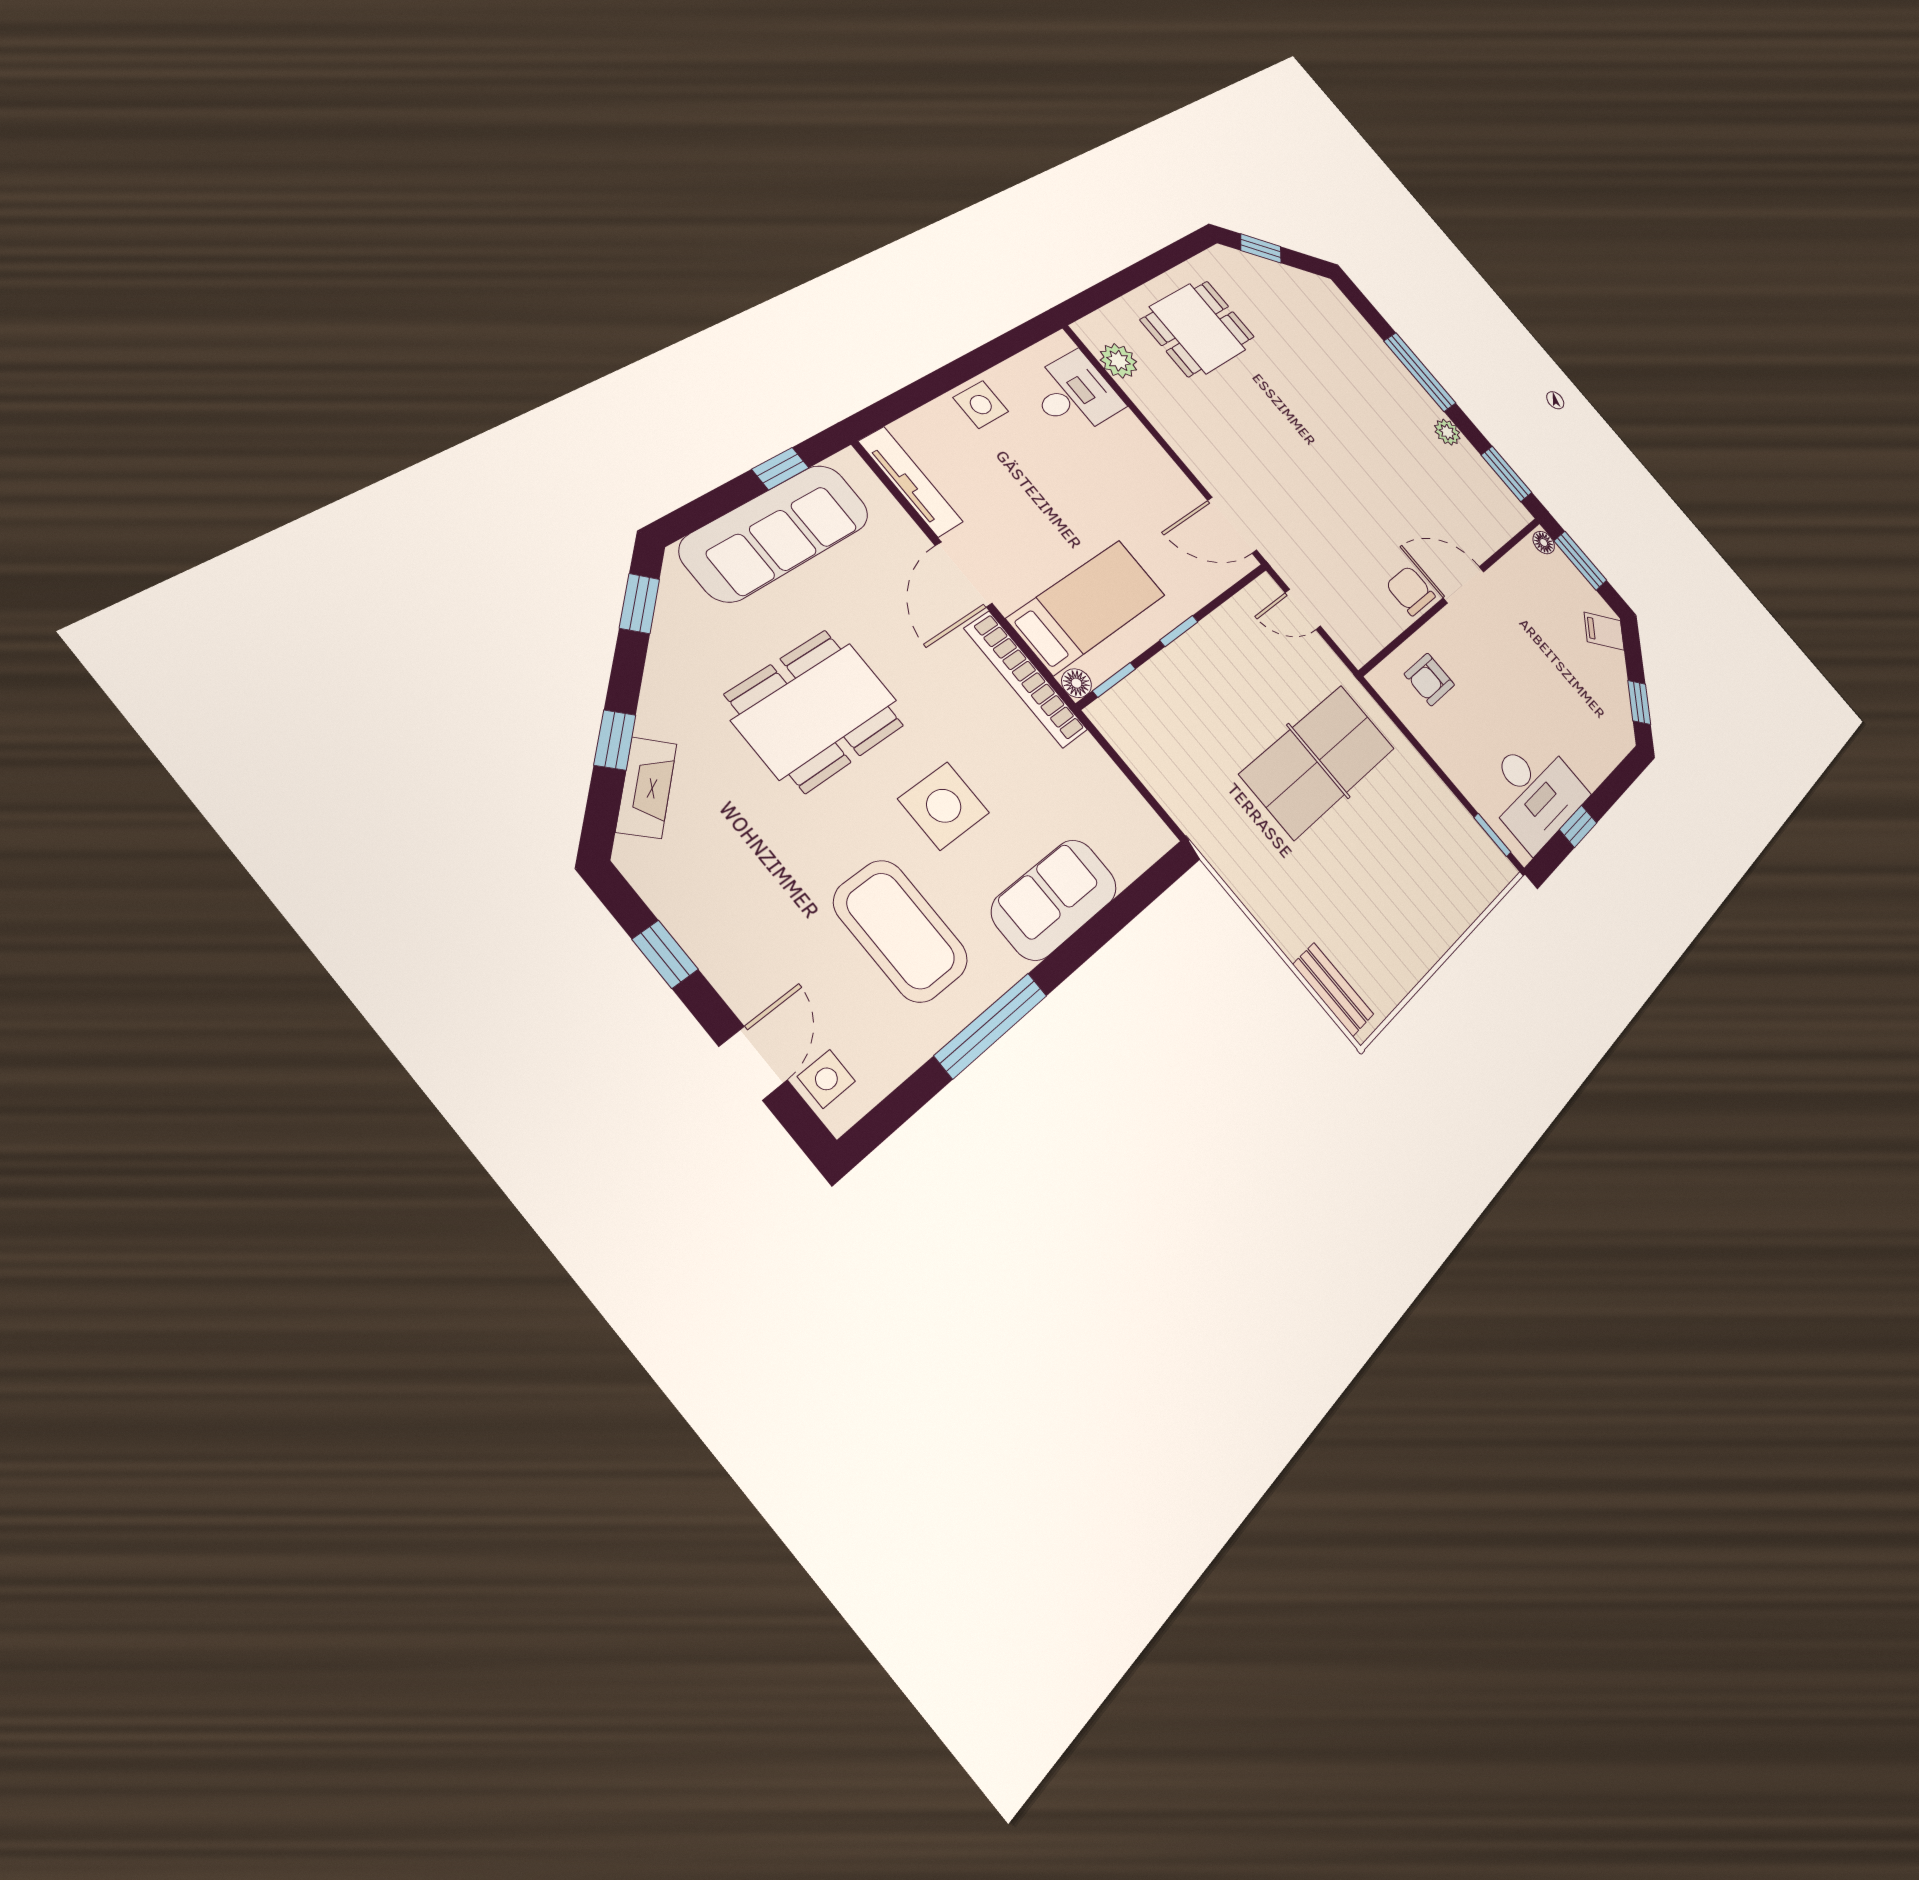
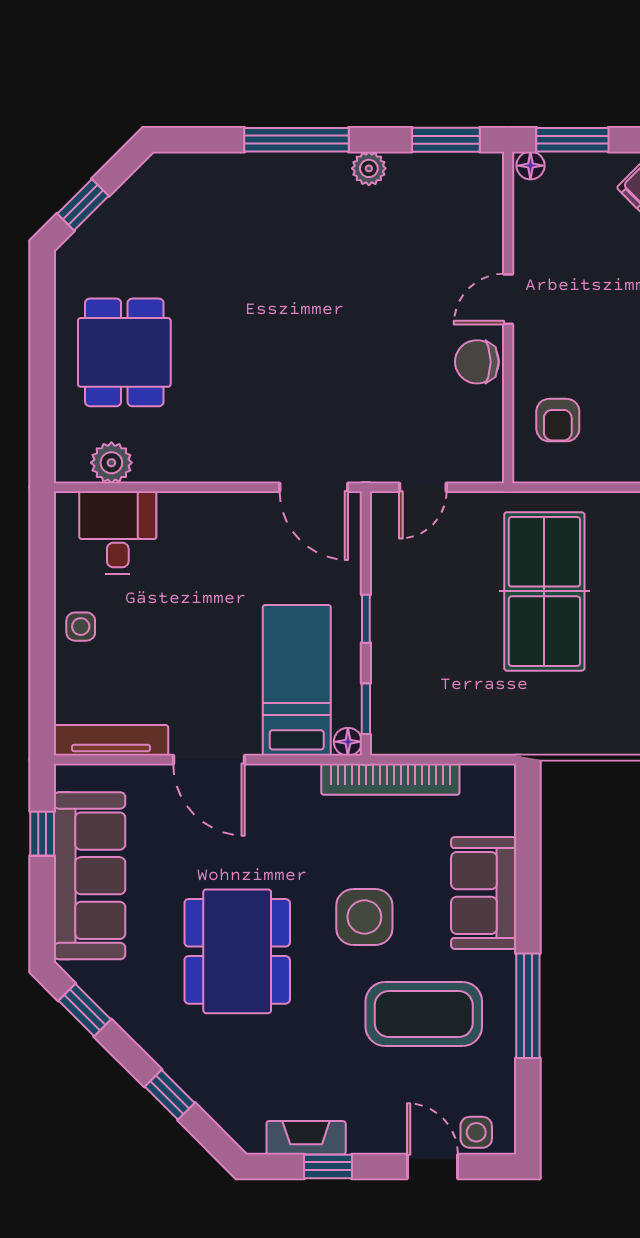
side table: (981, 405) -> (81, 627), width x0.73, depth x0.73
door: (1232, 525) -> (314, 487), hinge flipped
door: (1464, 585) -> (508, 299), width x0.73
bookcase: (1026, 679) -> (390, 779), moved
fireplace: (647, 787) -> (306, 1138), moved, turned -45

